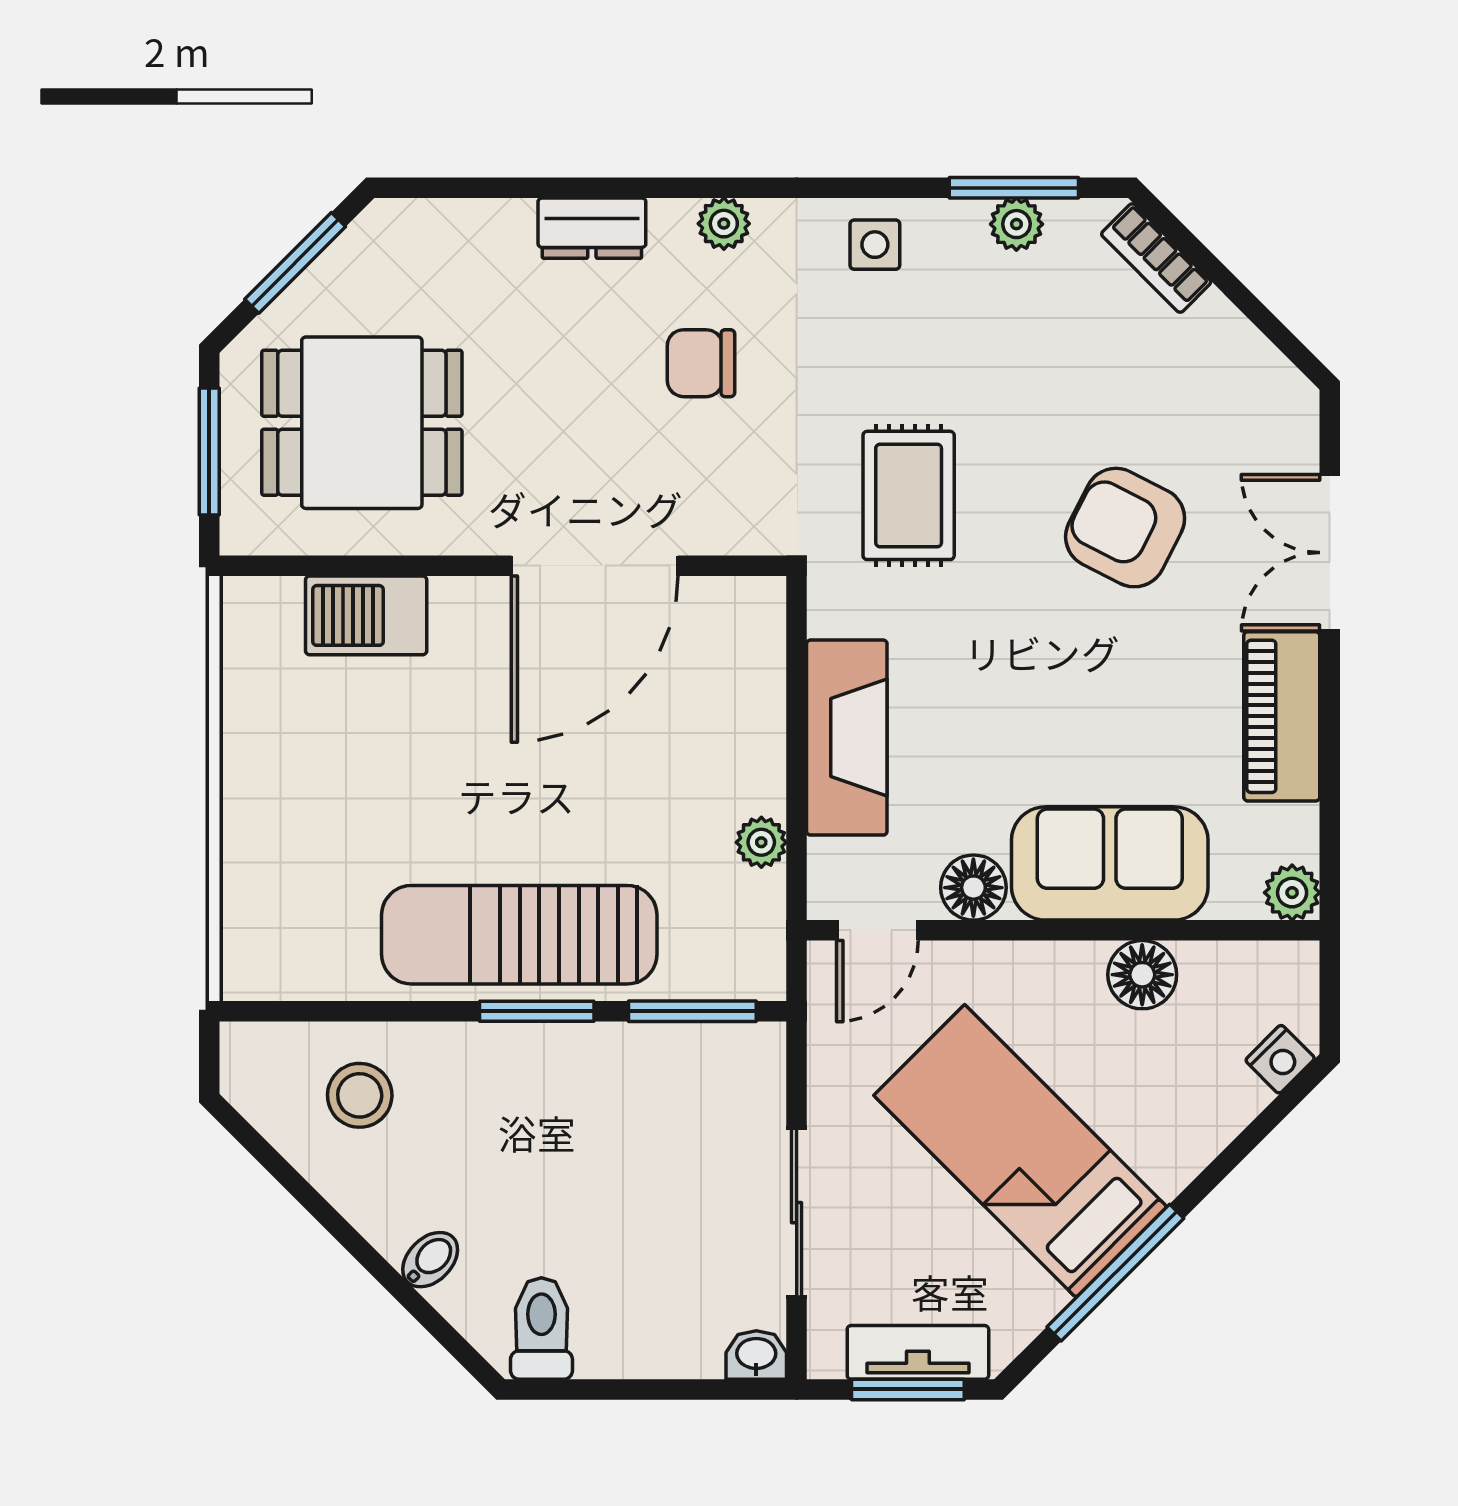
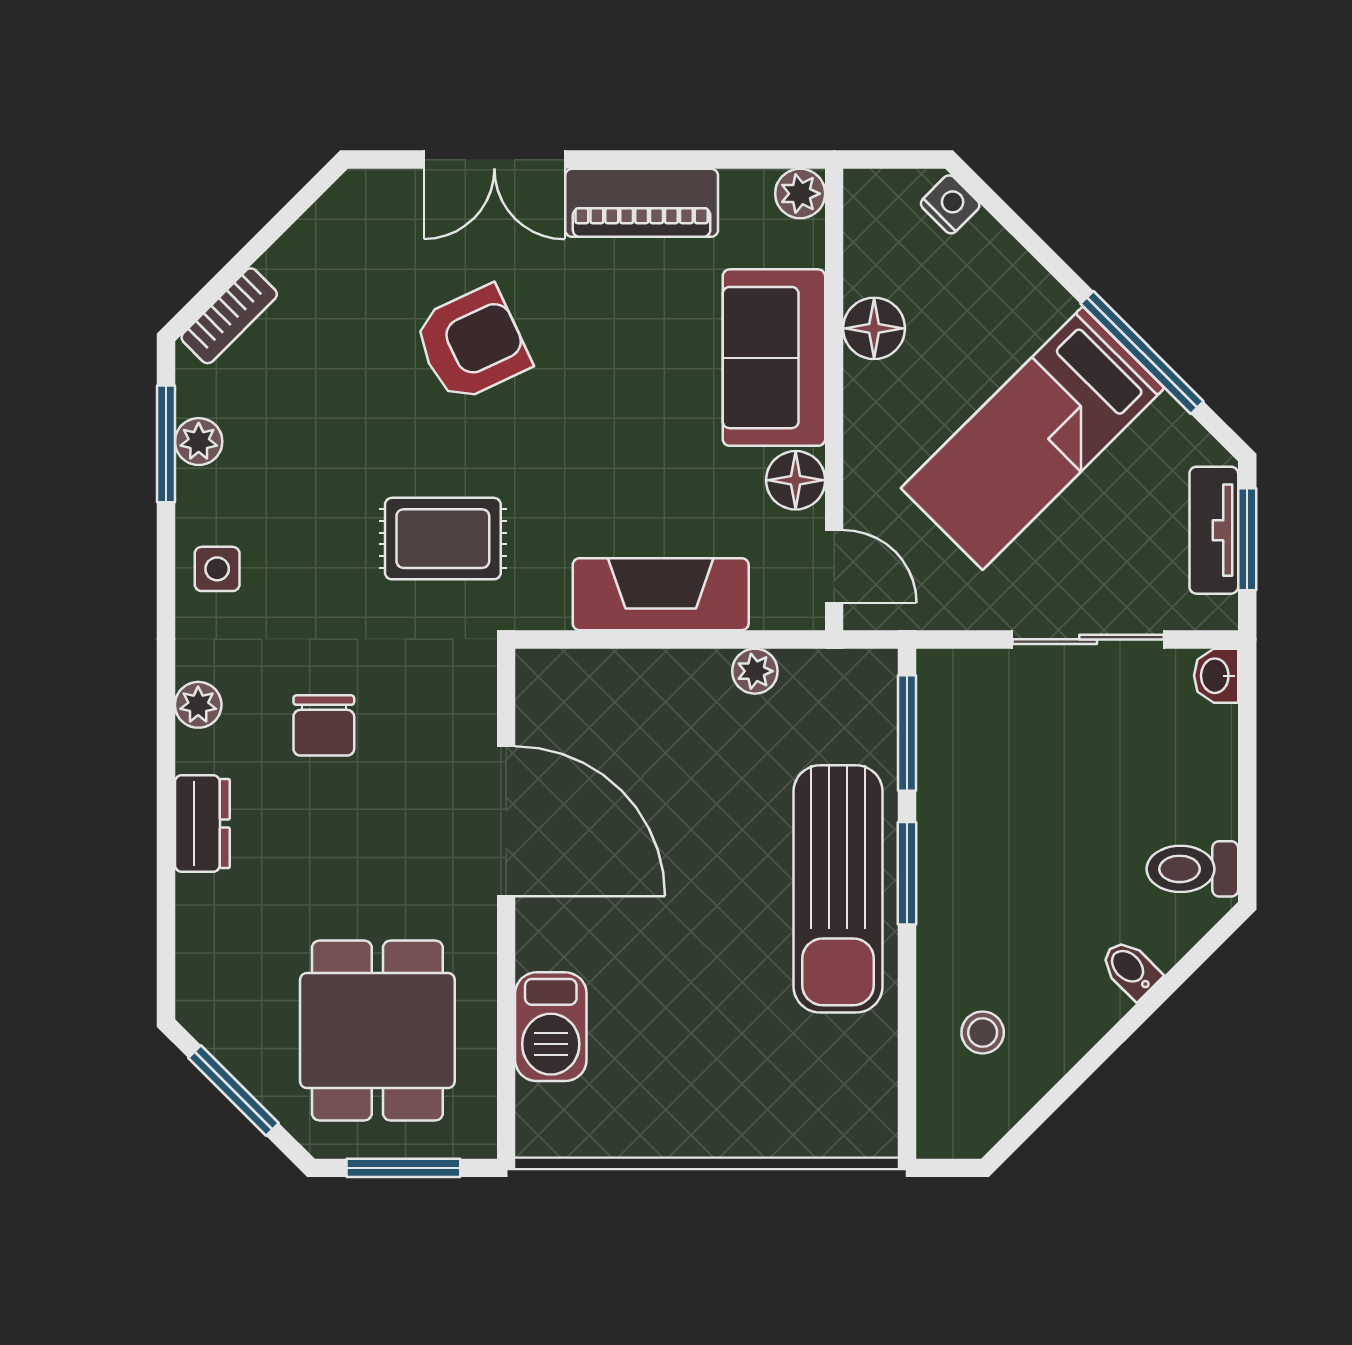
armchair: (1125, 528) -> (472, 344), turned -142
stool: (360, 1095) -> (983, 1032), width x0.73, depth x0.73

